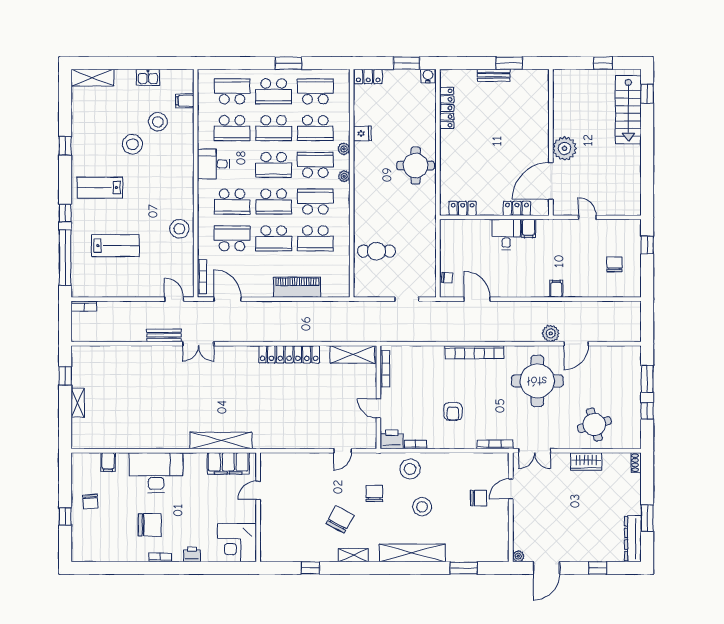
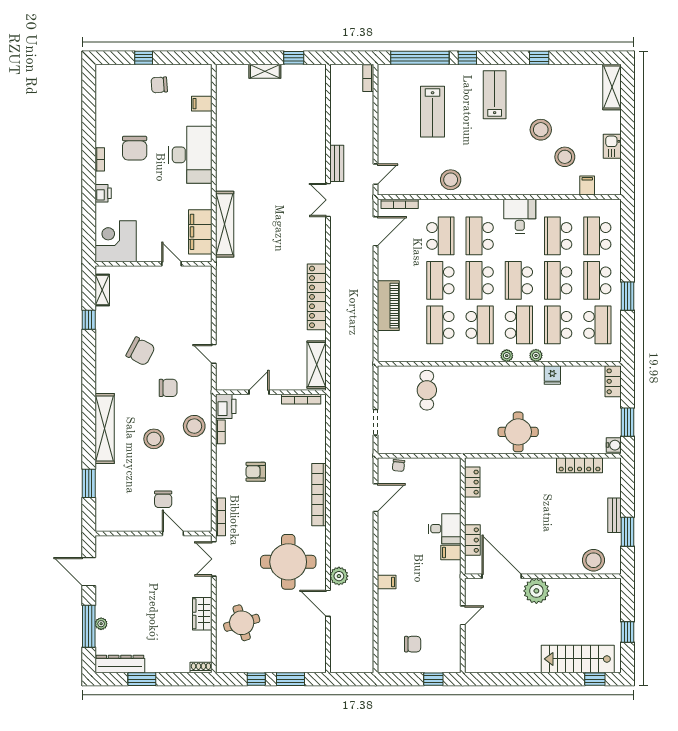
school desk: (232, 91) -> (597, 236), turned 180
stool: (536, 95) -> (593, 560), added
shelving: (353, 555) -> (102, 290), moved
plant: (518, 556) -> (101, 624), moved
window: (598, 568) -> (89, 626), width x2.17

